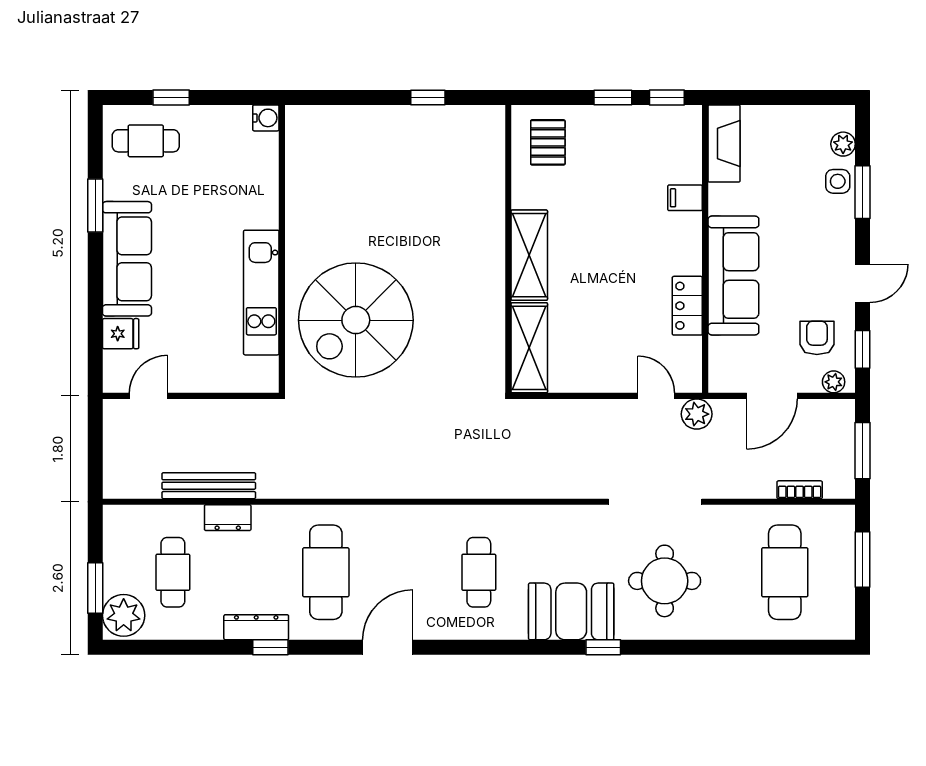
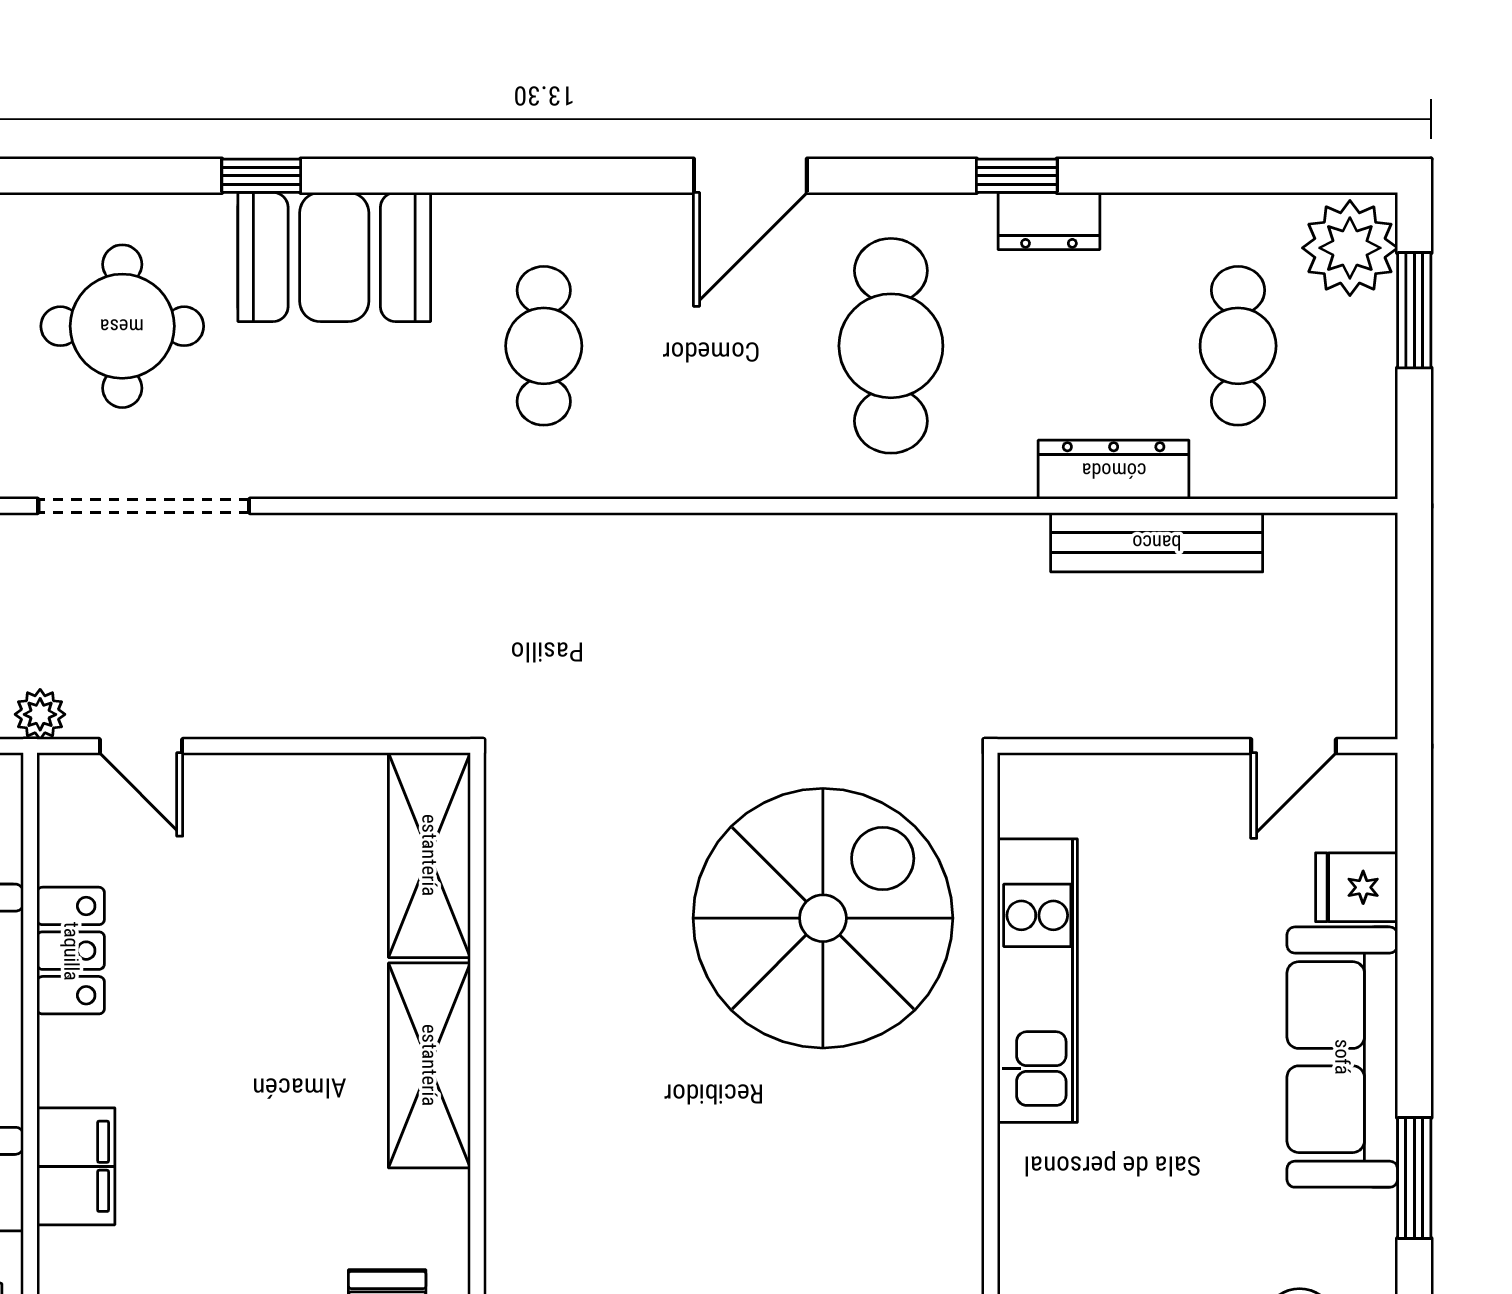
filing cabinet: (685, 198) -> (76, 1166), width x2.00
plant: (697, 414) -> (40, 714), width x0.73, depth x0.73
dresser: (228, 518) -> (1114, 470), width x1.44
dresser: (256, 627) -> (1049, 221), width x0.70

